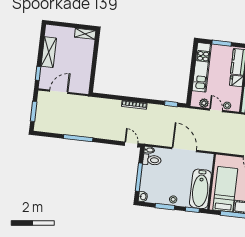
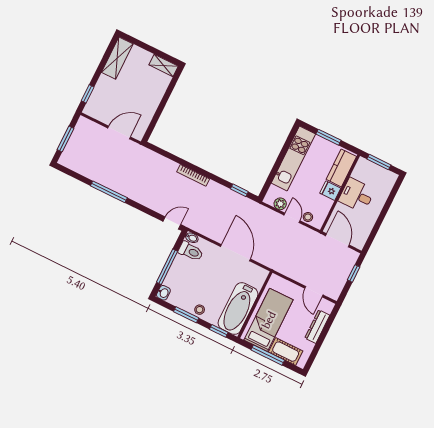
shelving: (49, 52) -> (117, 58), moved
door: (59, 92) -> (119, 132), moved
door: (131, 144) -> (172, 223), hinge flipped

